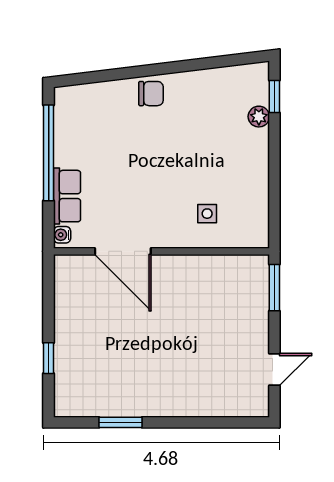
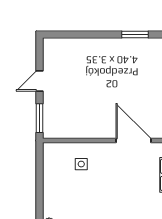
door: (274, 369) -> (39, 81), moved

